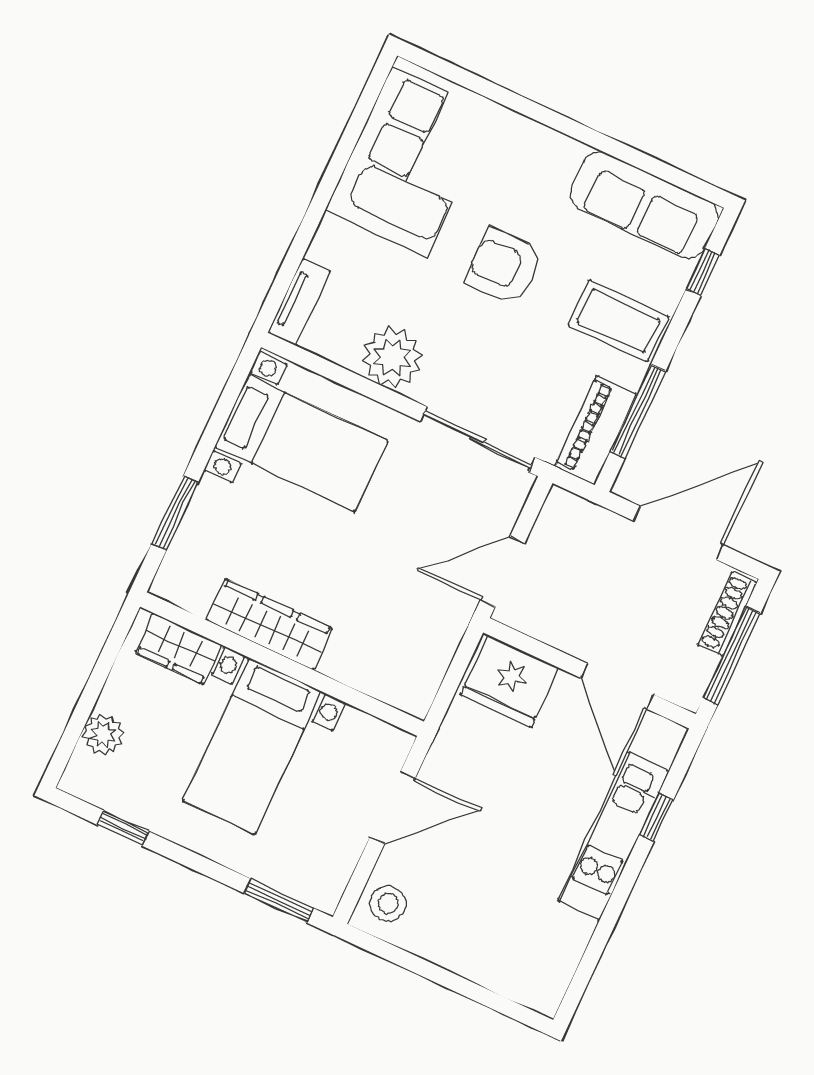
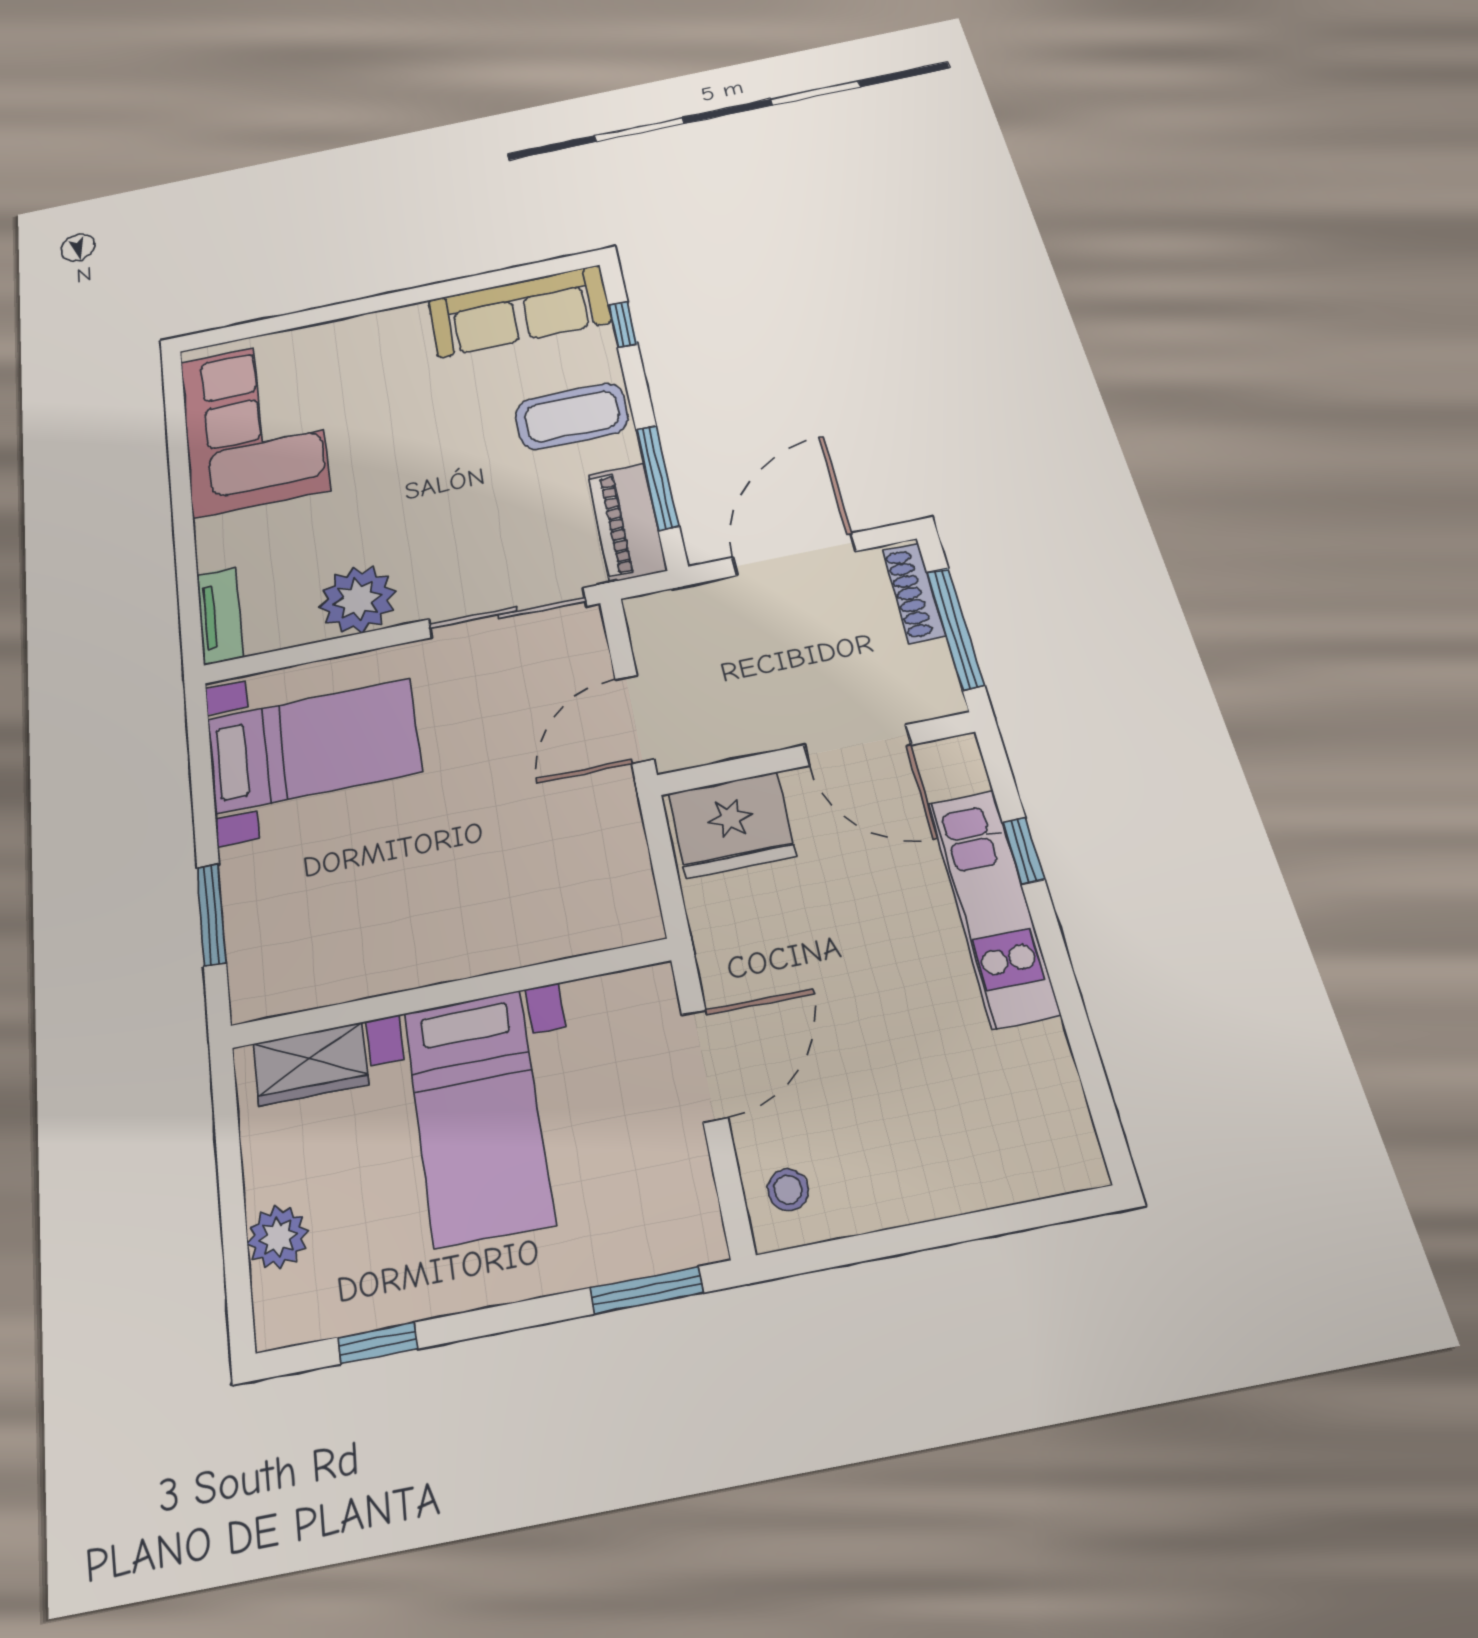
armchair: (504, 267) -> (417, 447), removed
wardrobe: (269, 624) -> (404, 959), removed
stool: (388, 904) -> (788, 1190), width x0.73, depth x0.73

